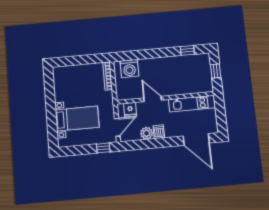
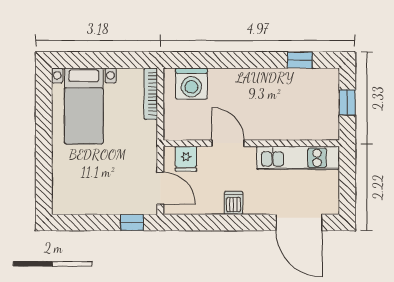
bed with nightstands: (77, 119) -> (84, 106), moved, turned 90
door: (117, 127) -> (160, 188), hinge flipped
plant: (147, 133) -> (212, 203), removed

